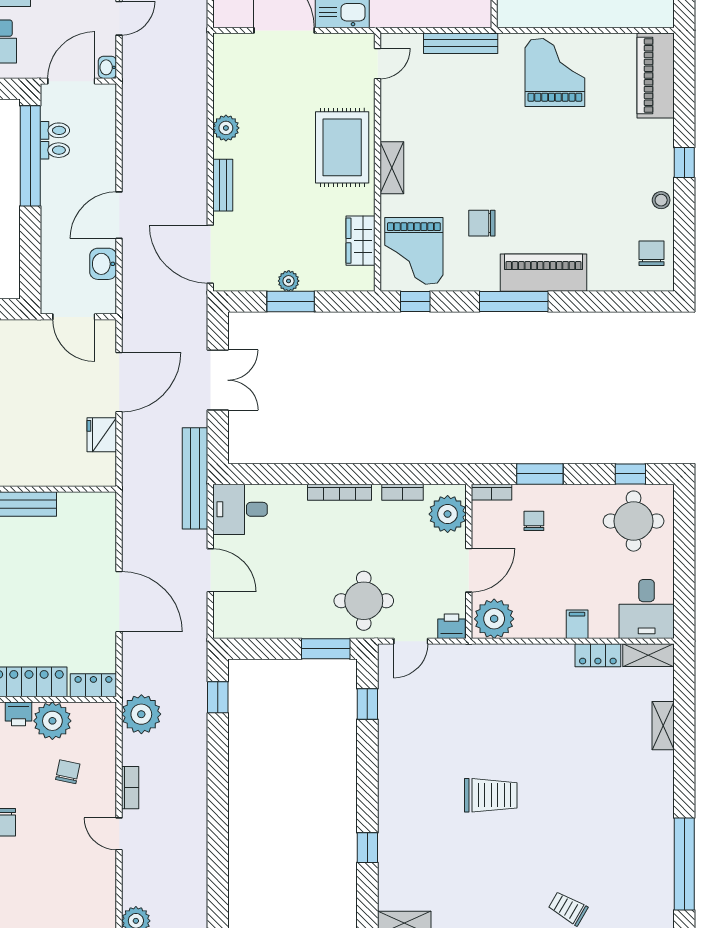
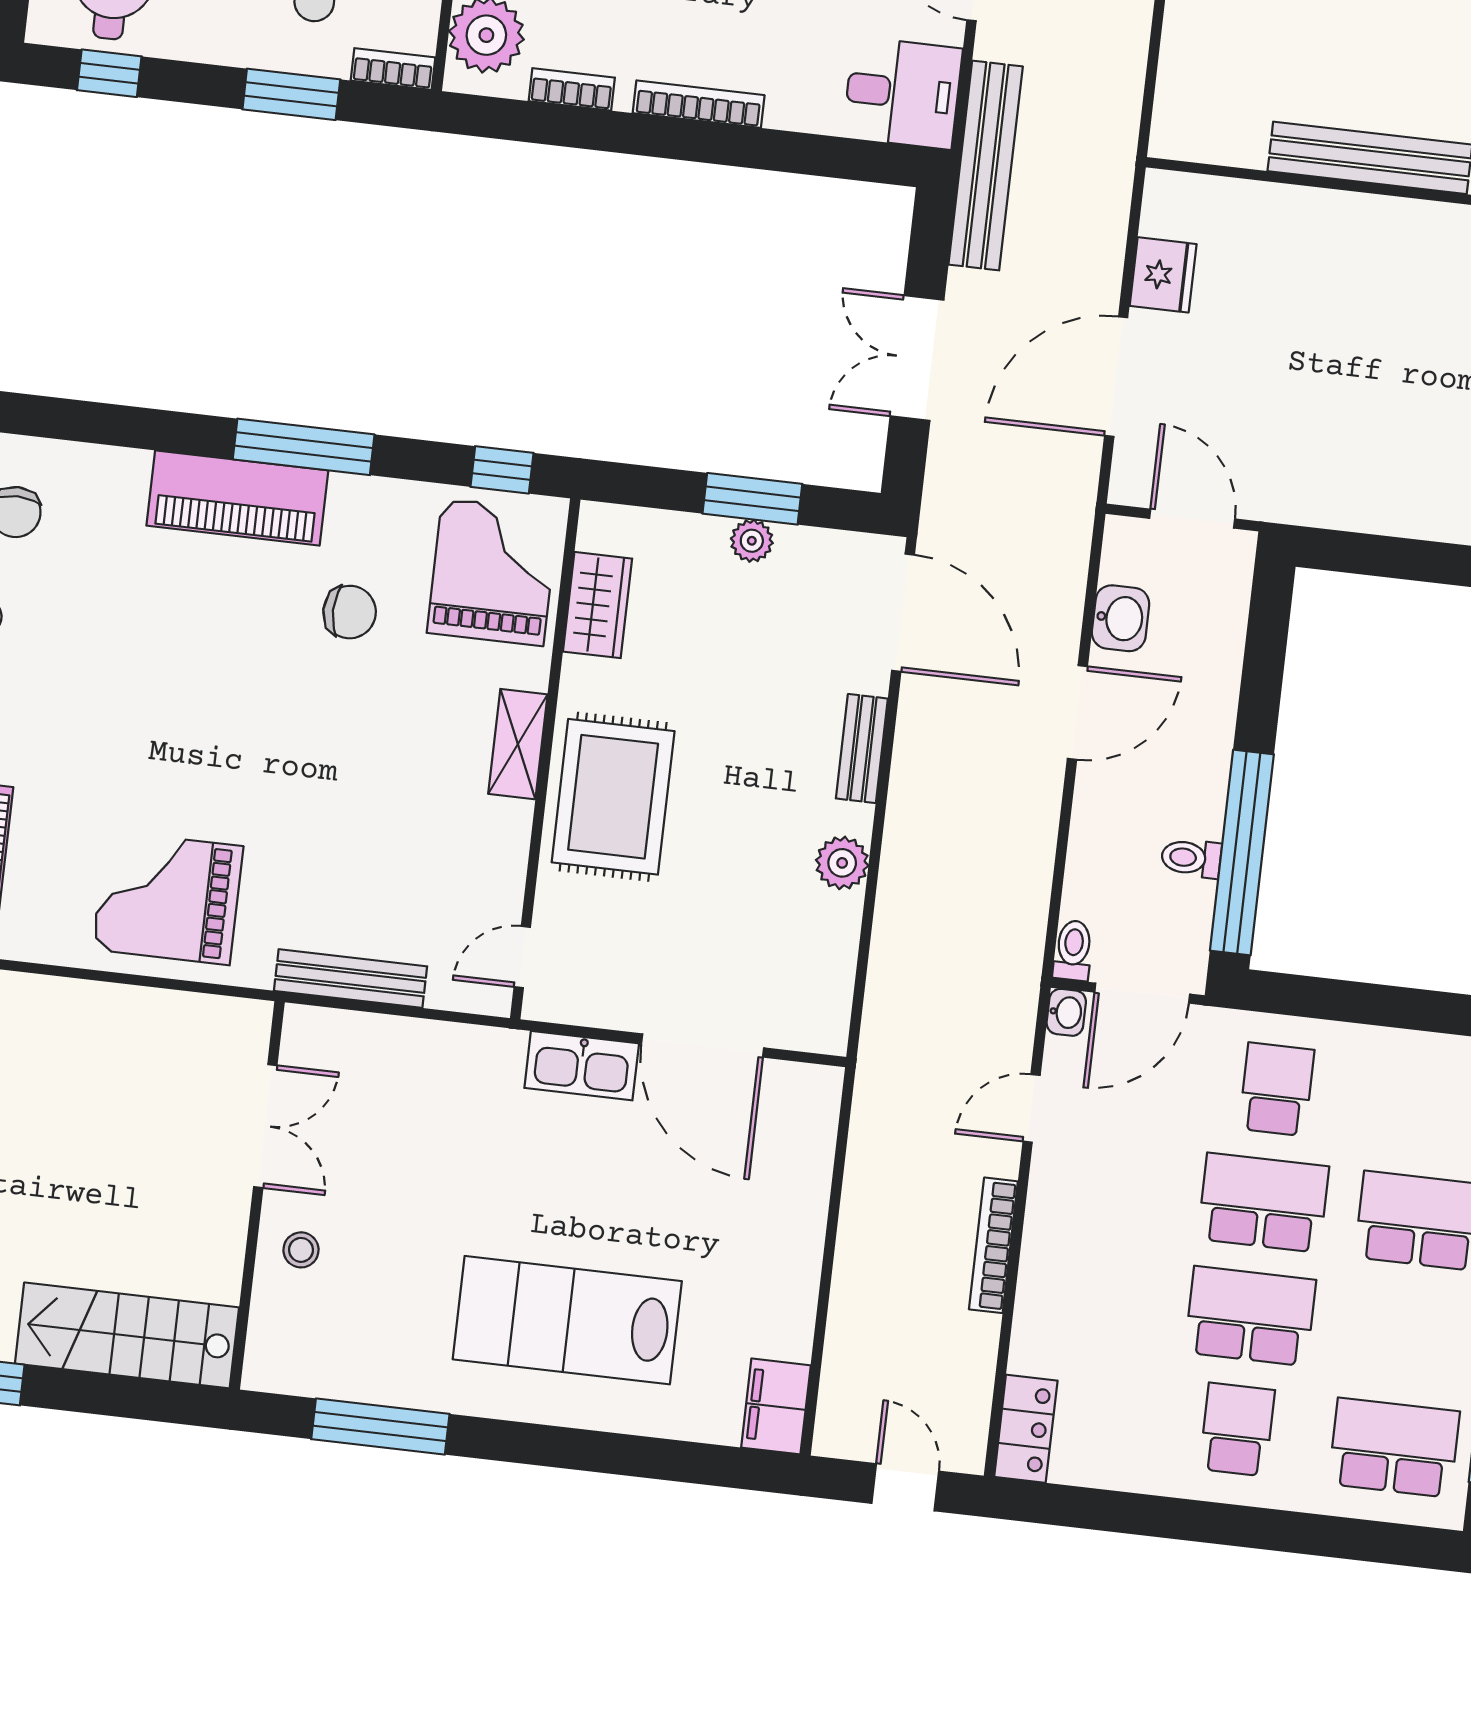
grand piano: (555, 73) -> (168, 898), turned 90
toilet: (55, 130) -> (1073, 950), moved, turned 90

